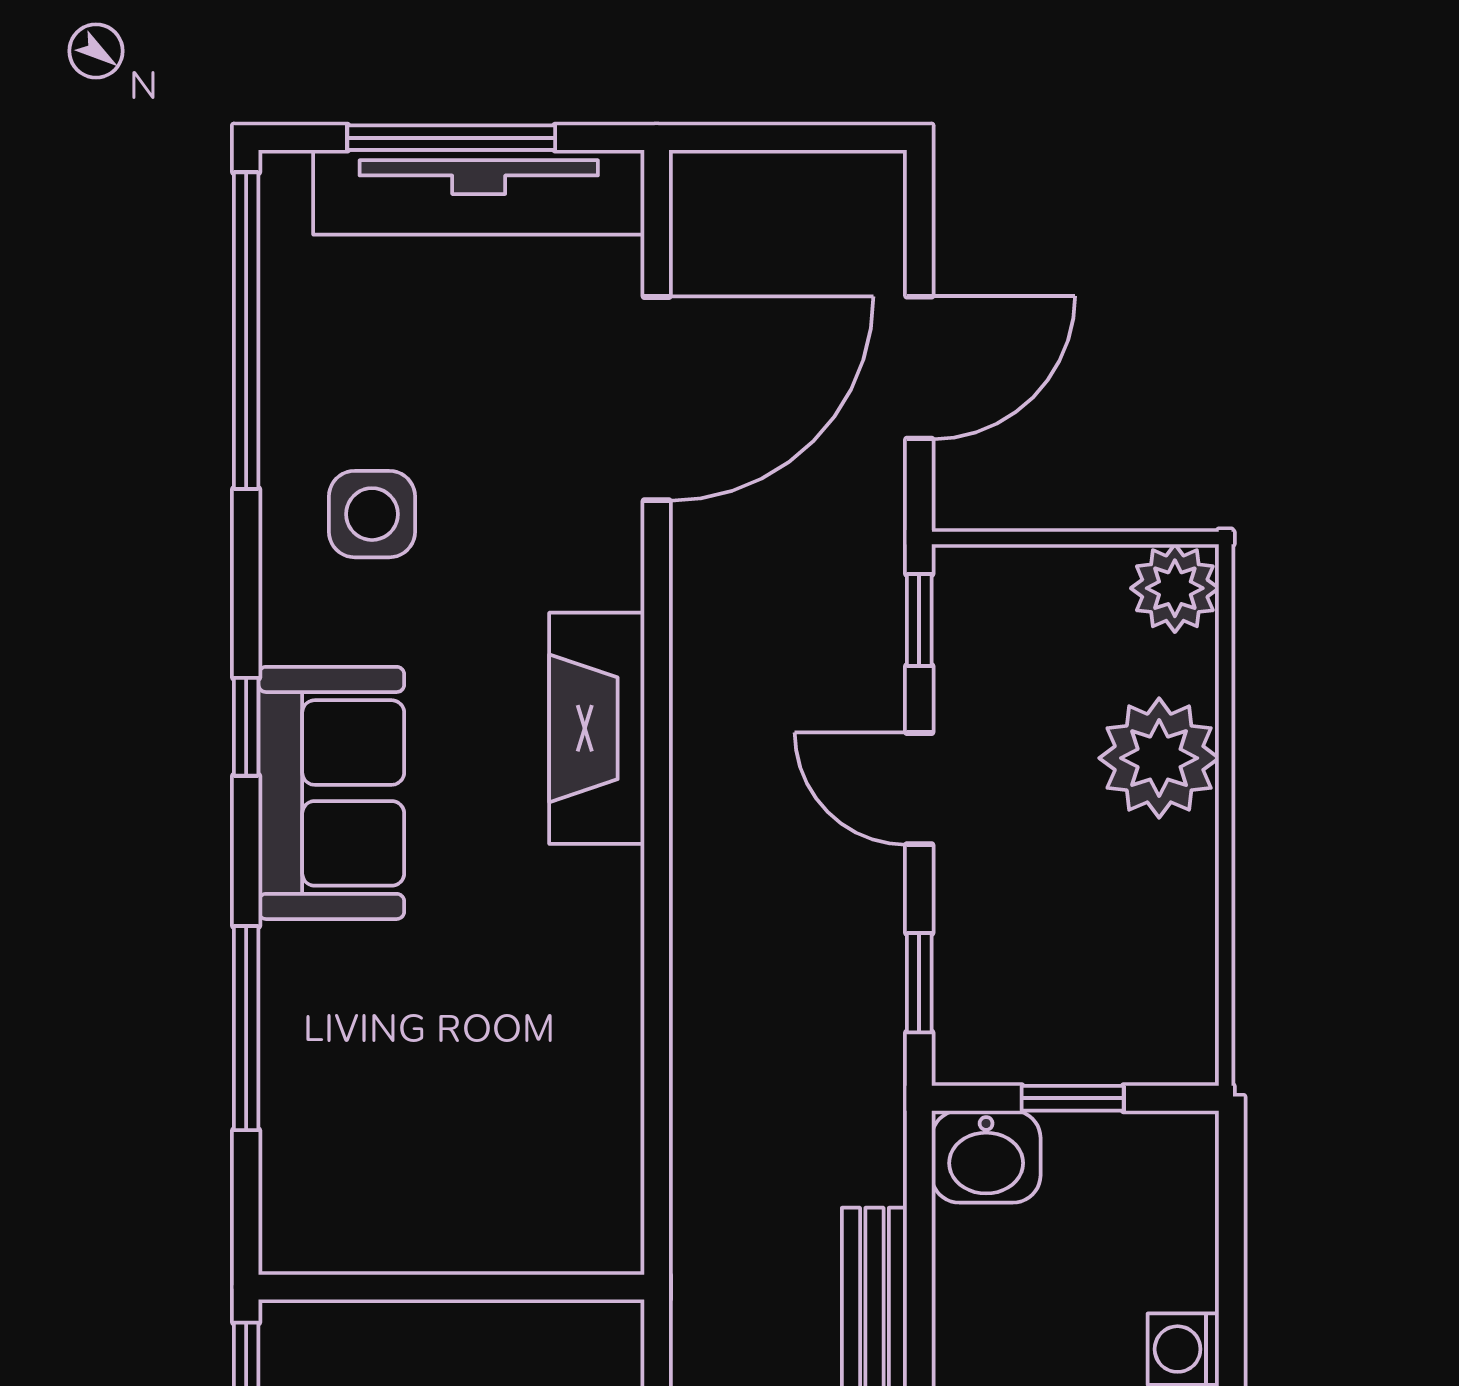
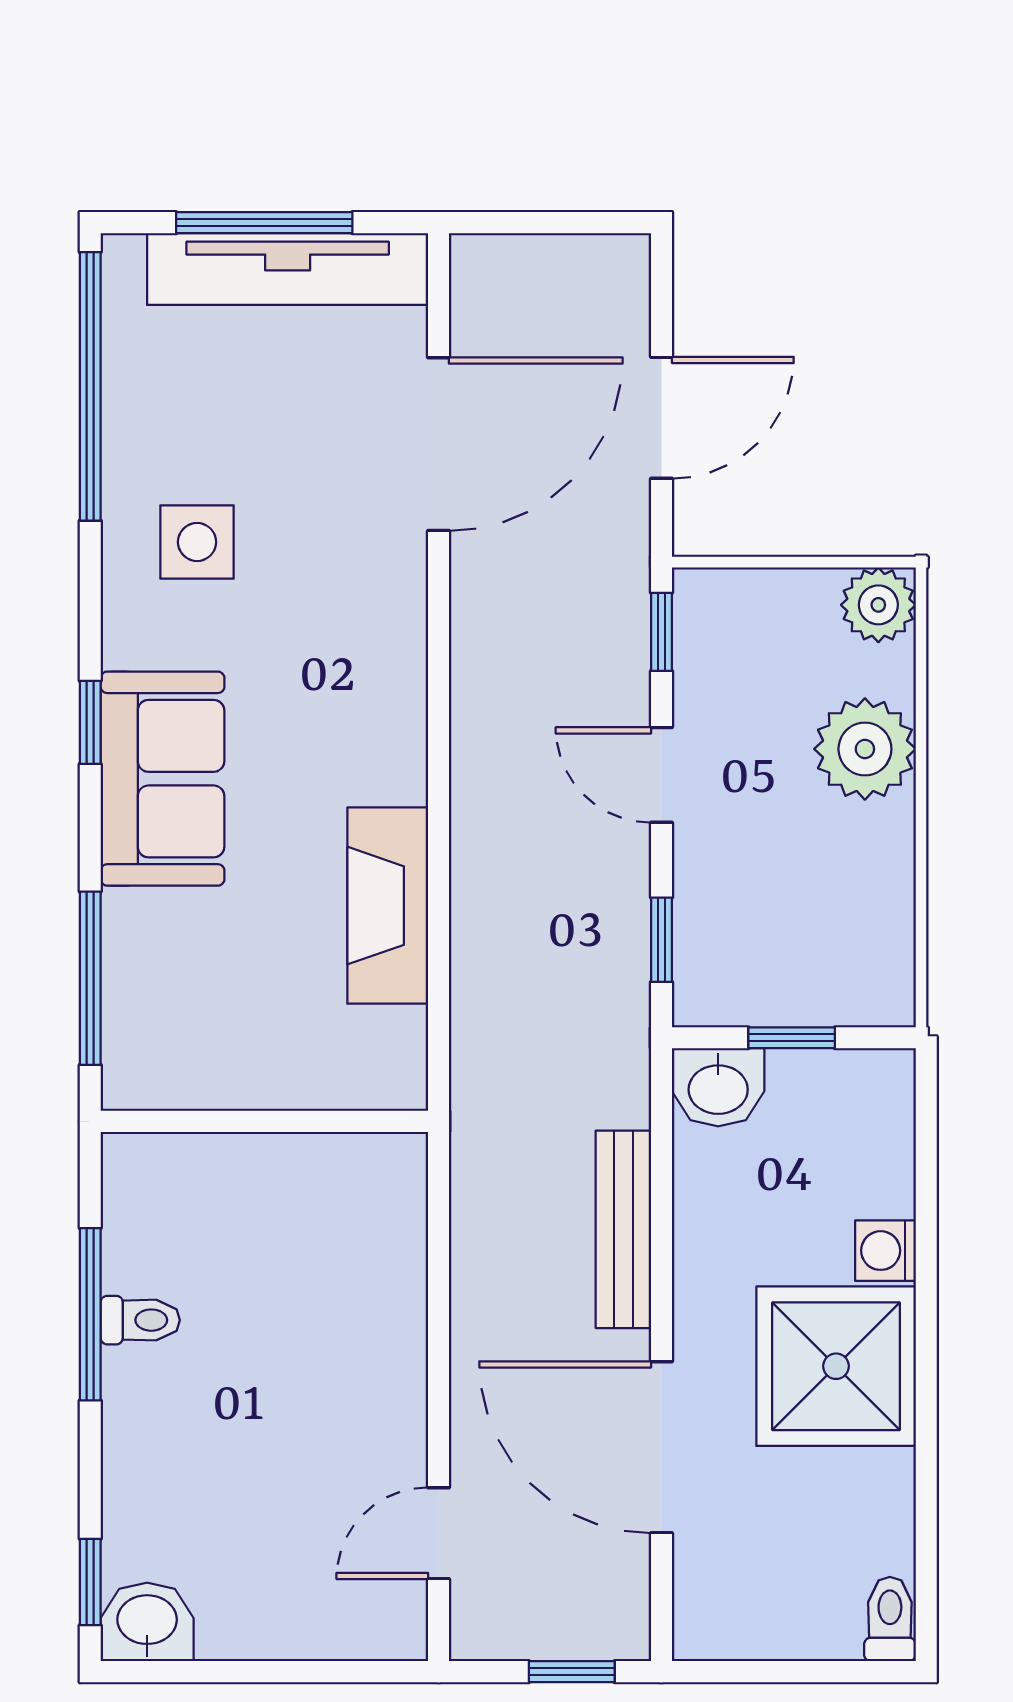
fireplace: (597, 728) -> (388, 906), moved
wall: (451, 1287) -> (264, 1121), moved

